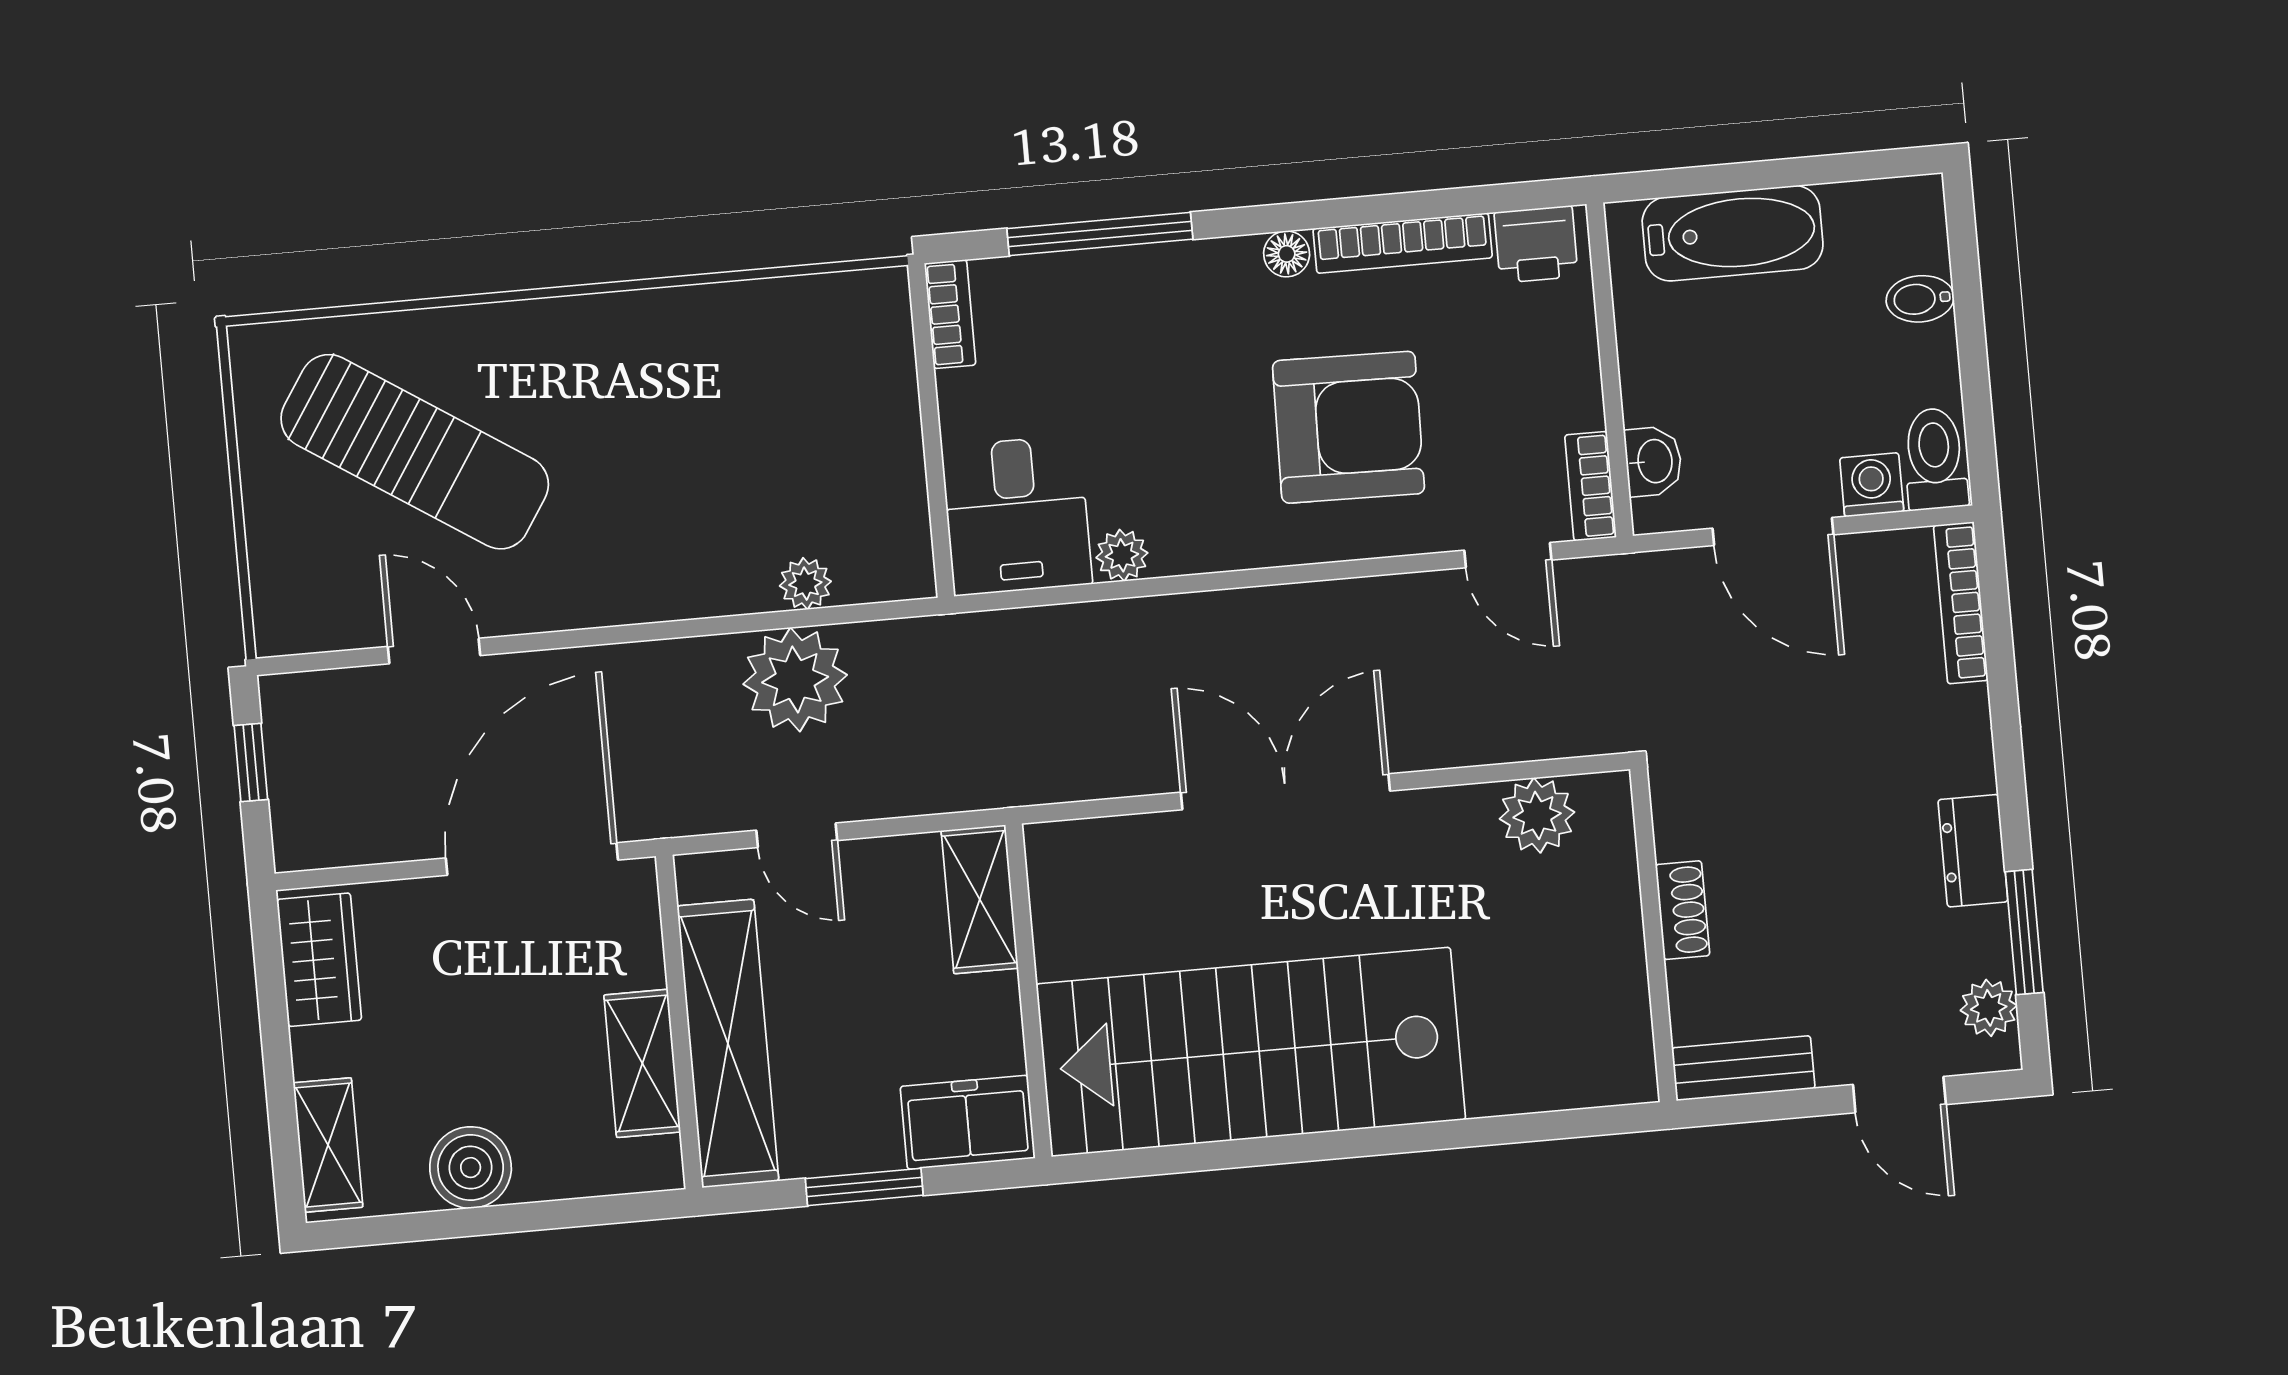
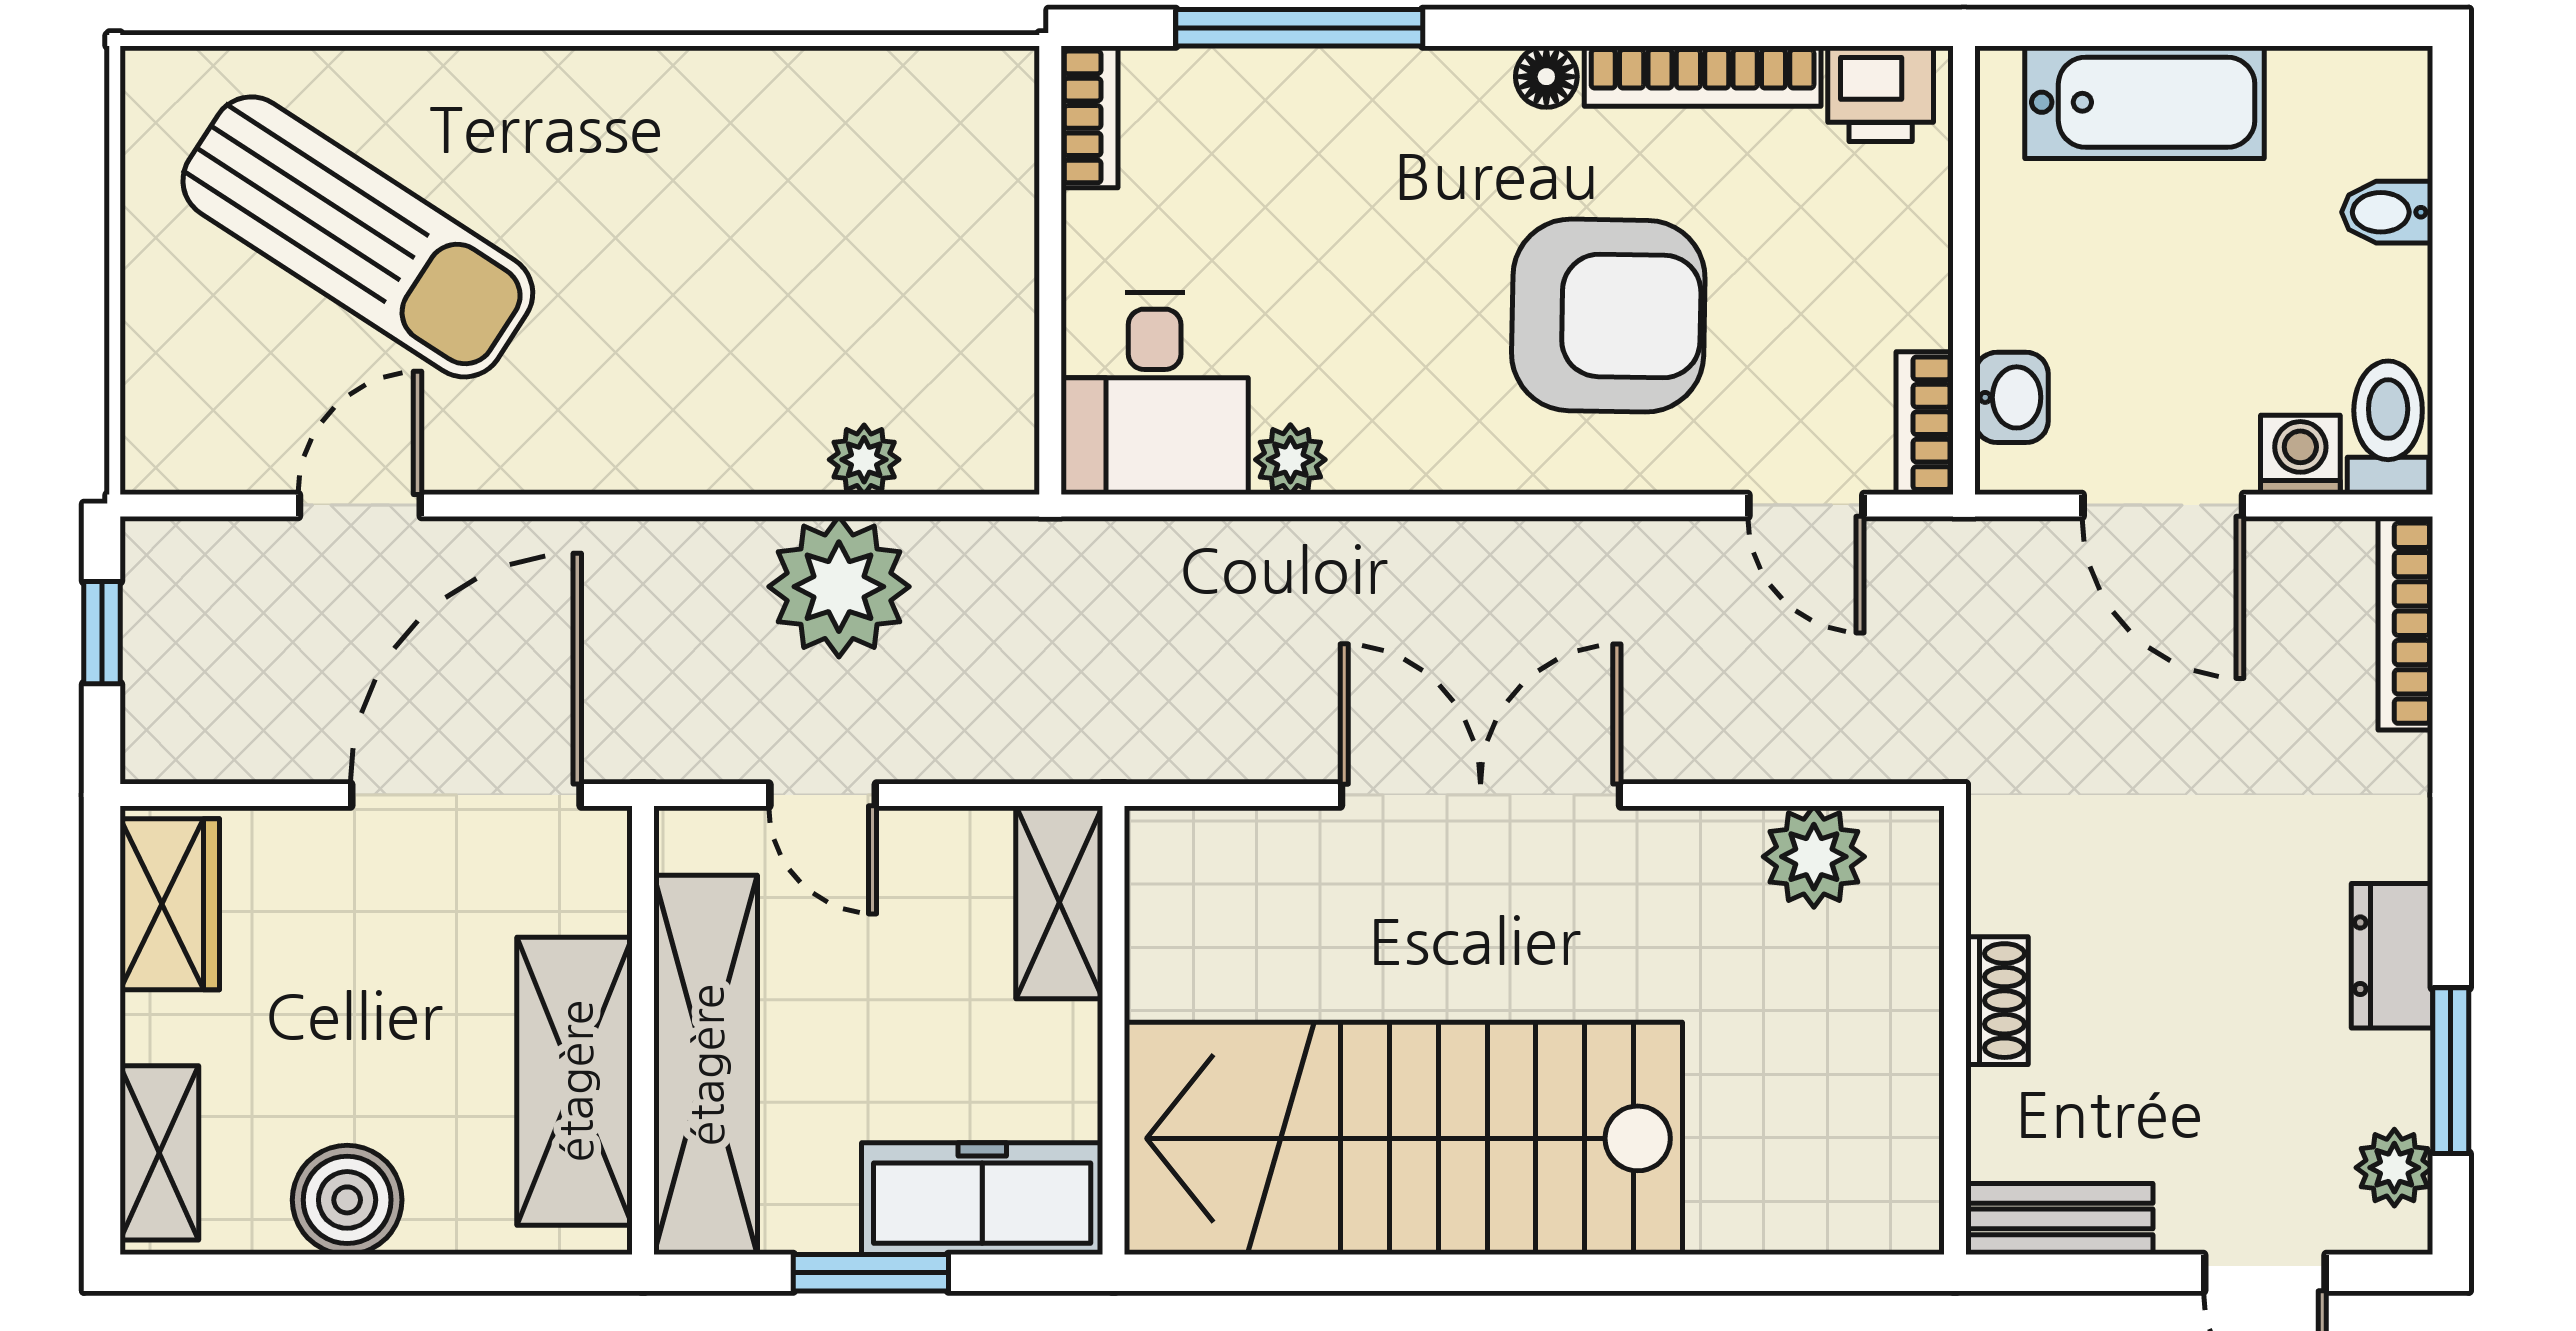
door: (434, 651) -> (360, 505), hinge flipped
shelving: (642, 1063) -> (575, 1081), width x1.50, depth x1.33
freezer: (968, 1122) -> (982, 1199), width x1.40

